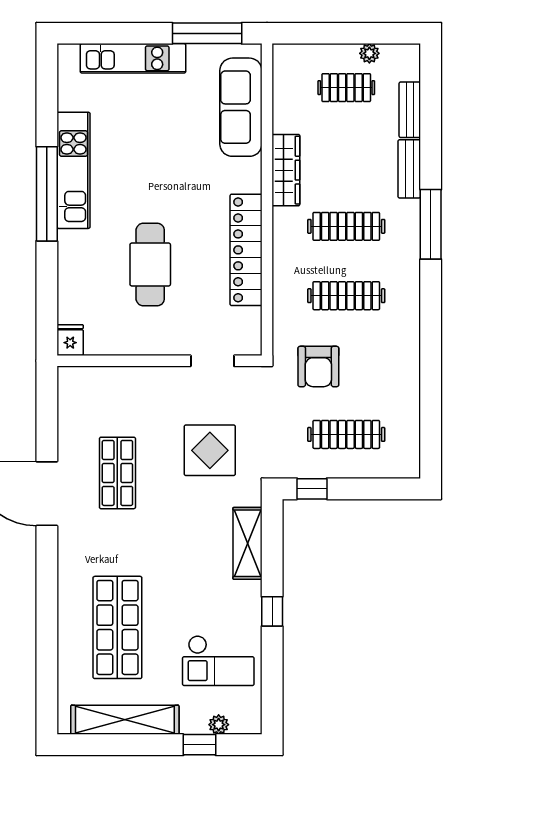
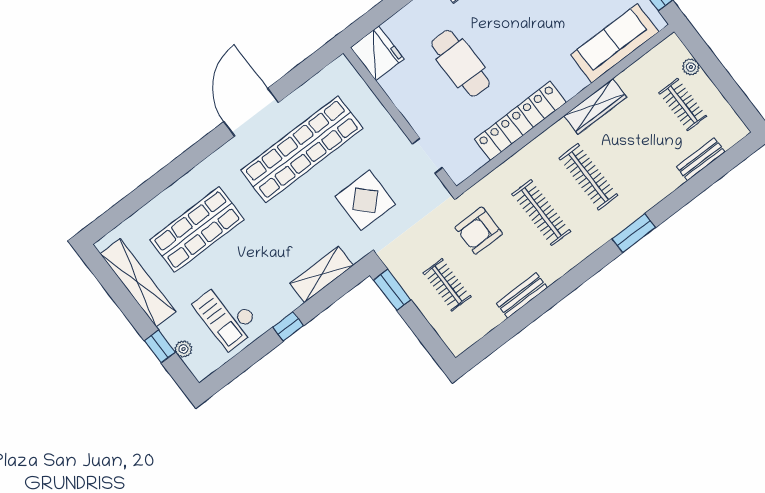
plant: (369, 53) -> (691, 67), moved
bench: (409, 169) -> (522, 295), moved
window: (431, 224) -> (634, 233), width x0.69
cafe table: (150, 265) -> (461, 63), turned 90
fridge: (70, 340) -> (377, 53), width x1.88, depth x1.34
clothes rail: (346, 434) -> (447, 285), width x0.73
shop shelf: (117, 473) -> (302, 149), width x2.00, depth x1.36
window: (312, 489) -> (392, 290), width x1.50

